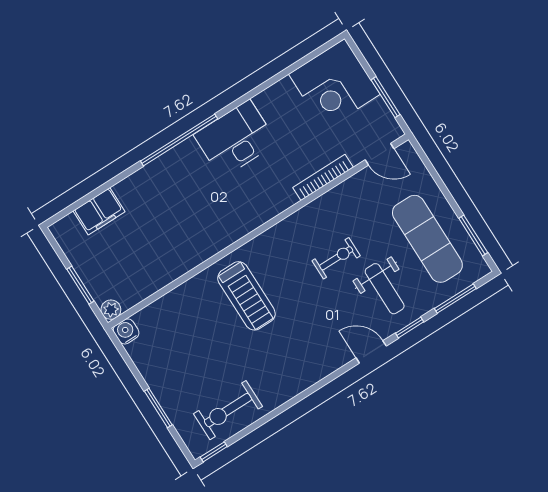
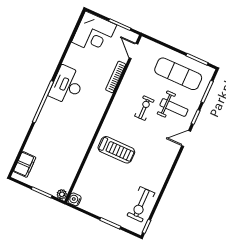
door: (379, 154) -> (133, 51), swing flipped
filing cabinet: (99, 211) -> (25, 164), moved

